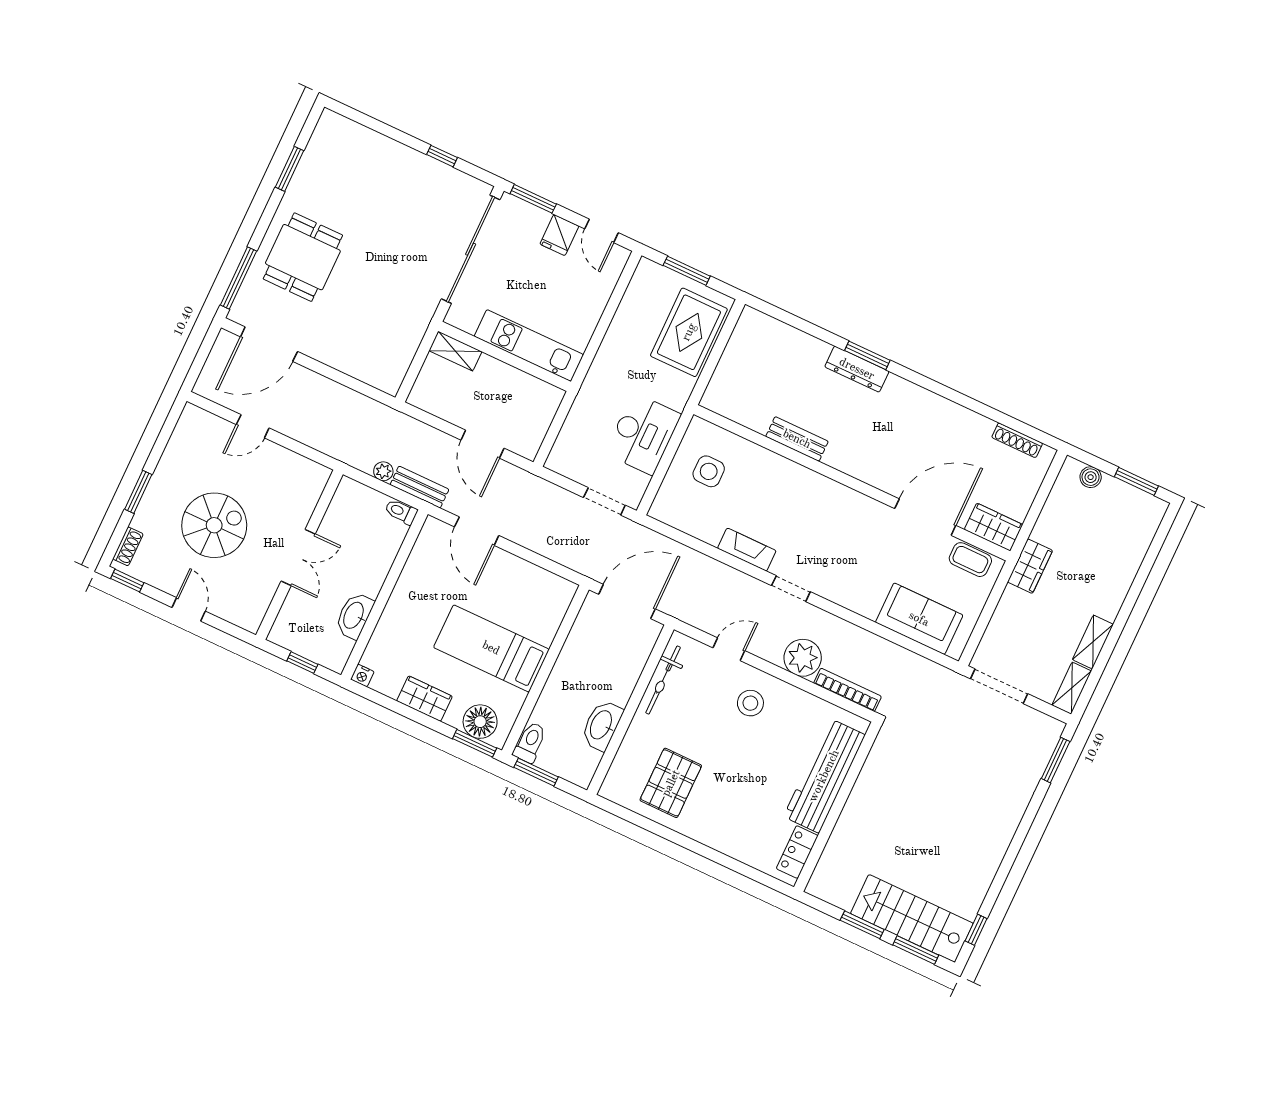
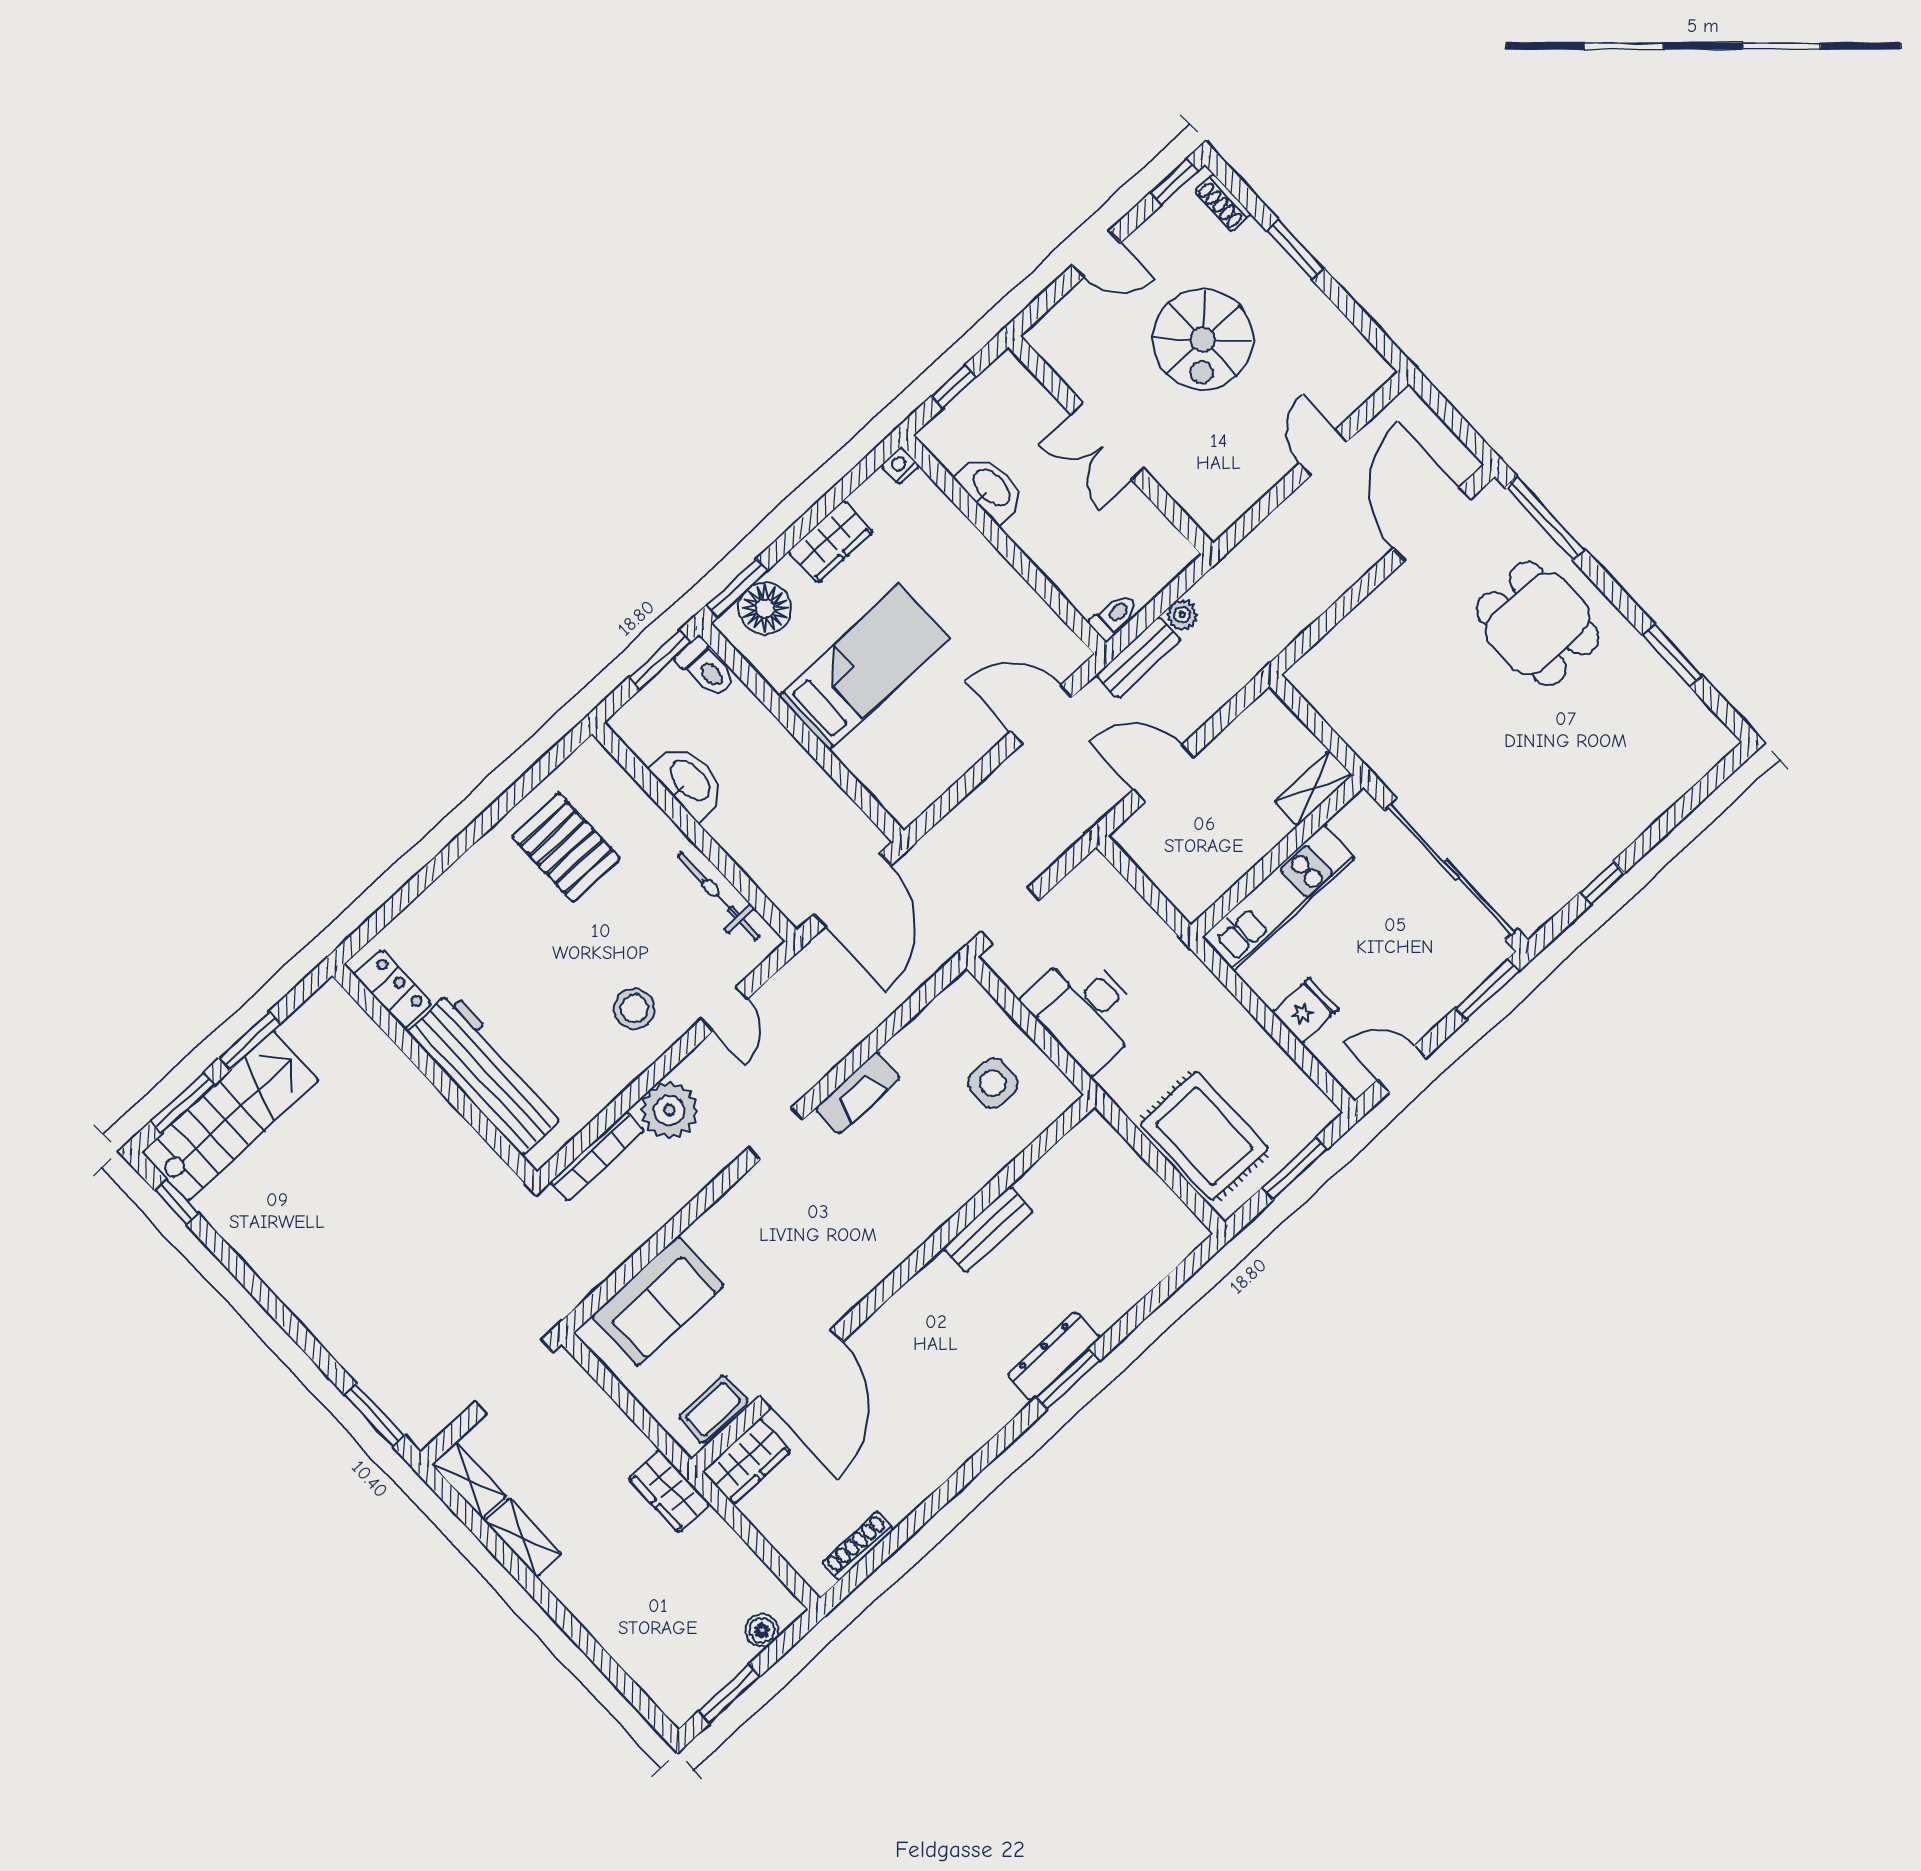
fridge: (559, 235) -> (1305, 1011), moved, turned 90

